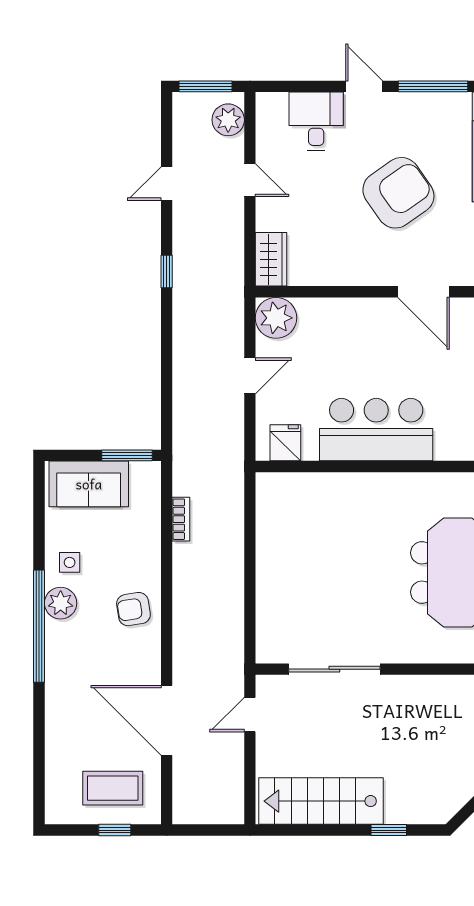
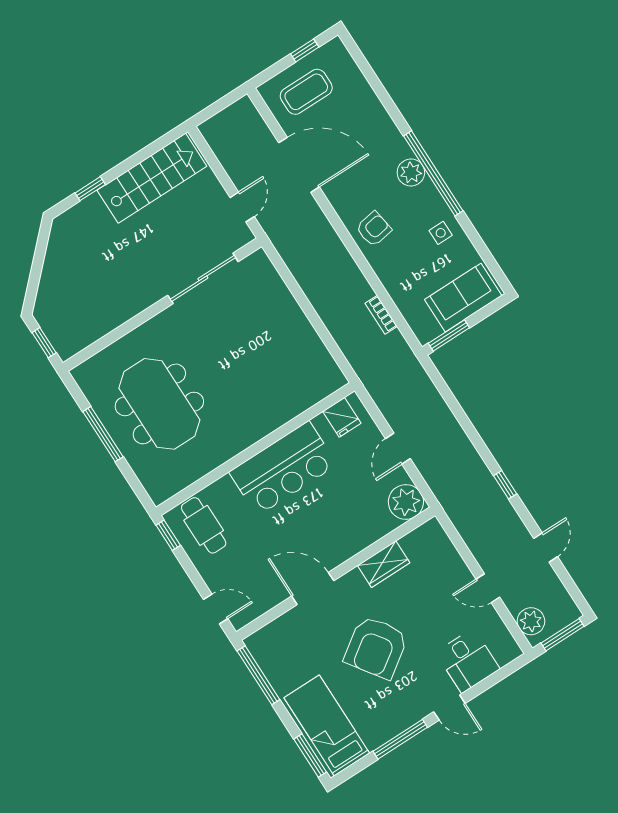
wardrobe: (271, 259) -> (384, 564), moved, turned -90
plant: (61, 603) -> (411, 173), moved
window: (115, 830) -> (305, 50), moved

